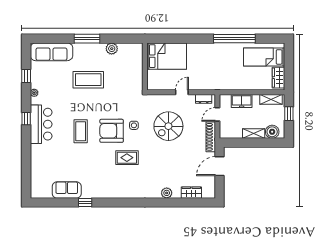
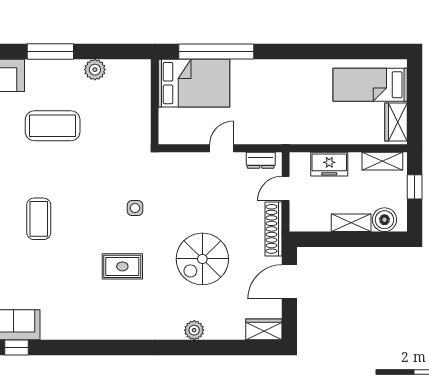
window: (234, 39) -> (216, 51), moved
spiral stairs: (168, 126) -> (202, 259), moved
armchair: (112, 131) -> (95, 218), removed
wardrobe: (191, 193) -> (264, 329), moved
window: (85, 203) -> (17, 347), moved

